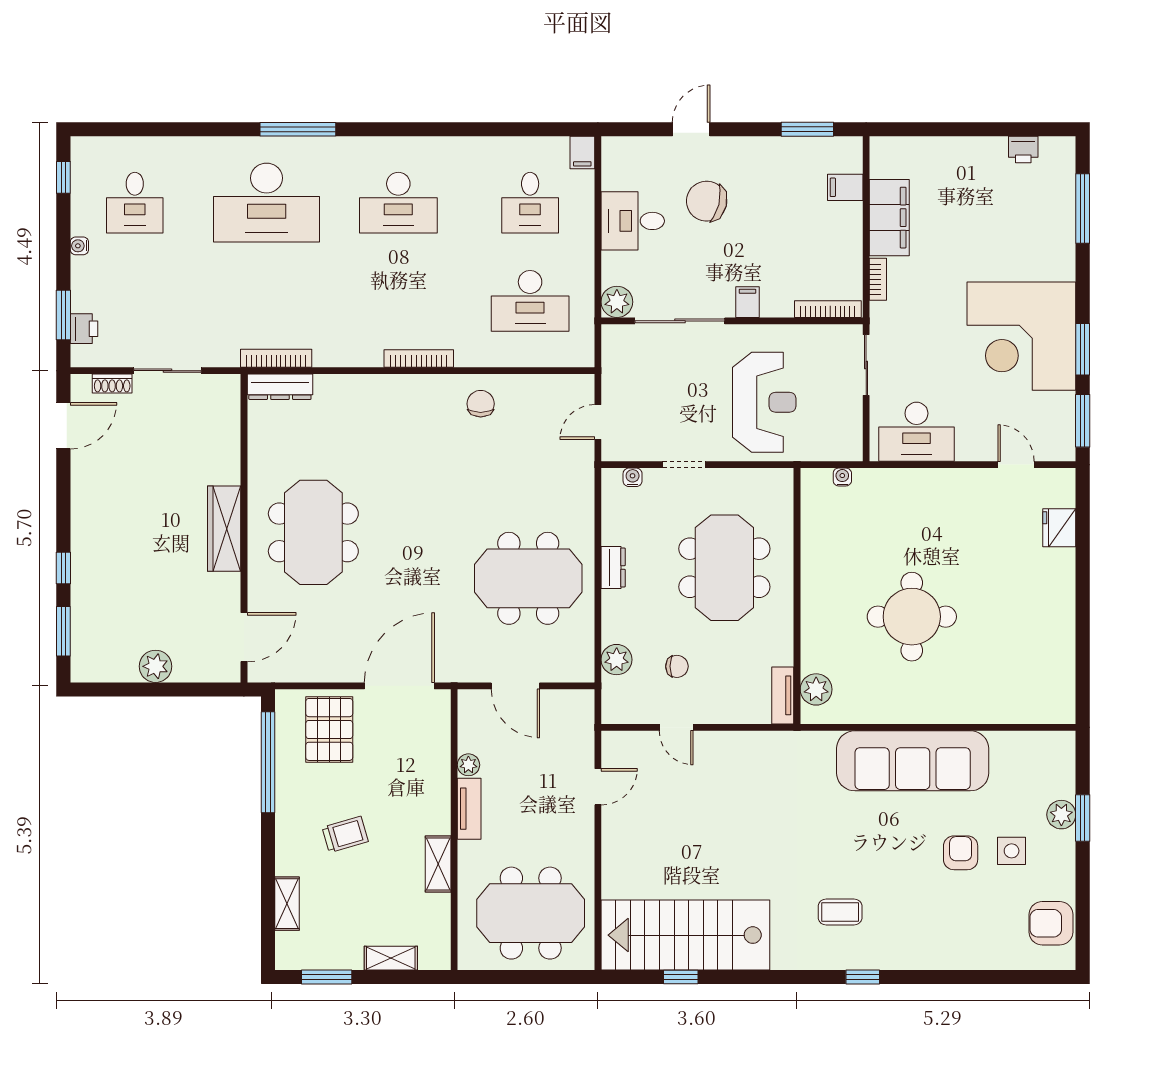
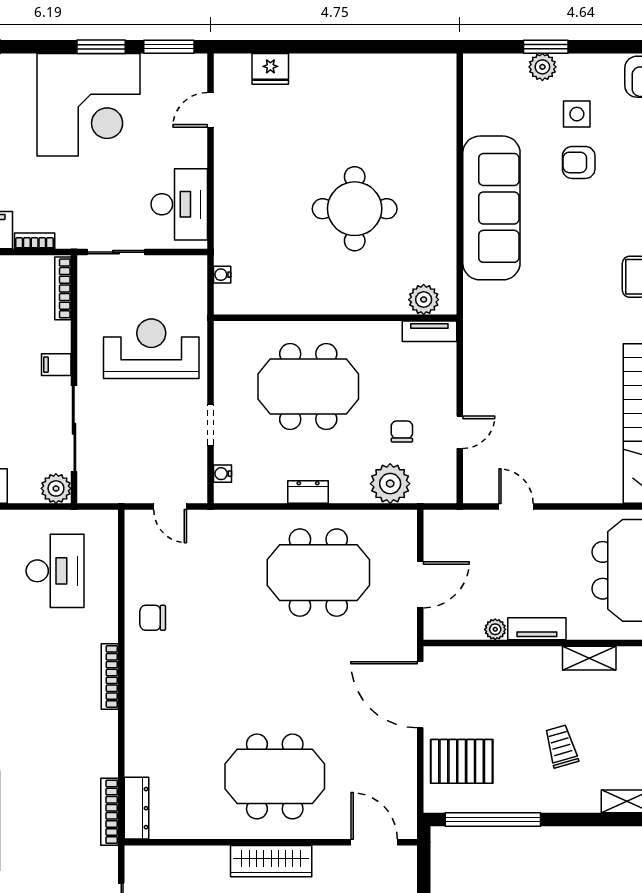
meeting table: (528, 578) -> (318, 573), turned 90
plant: (617, 660) -> (390, 484), width x1.36, depth x1.36

